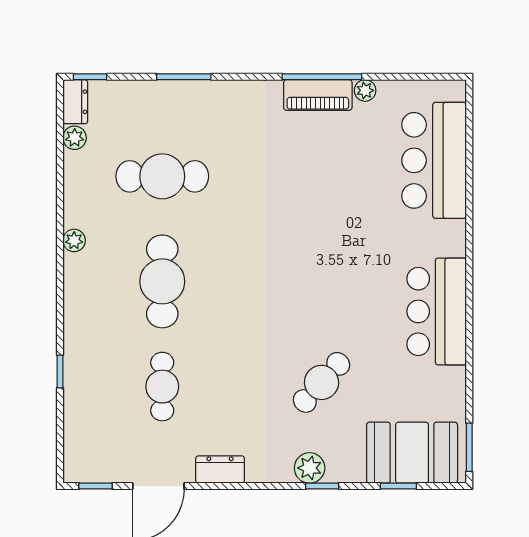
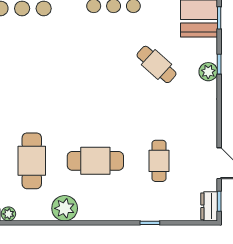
plant: (74, 240) -> (65, 208), width x1.88, depth x1.88
cafe table: (162, 387) -> (159, 161), turned 90
dresser: (220, 469) -> (209, 206), moved

